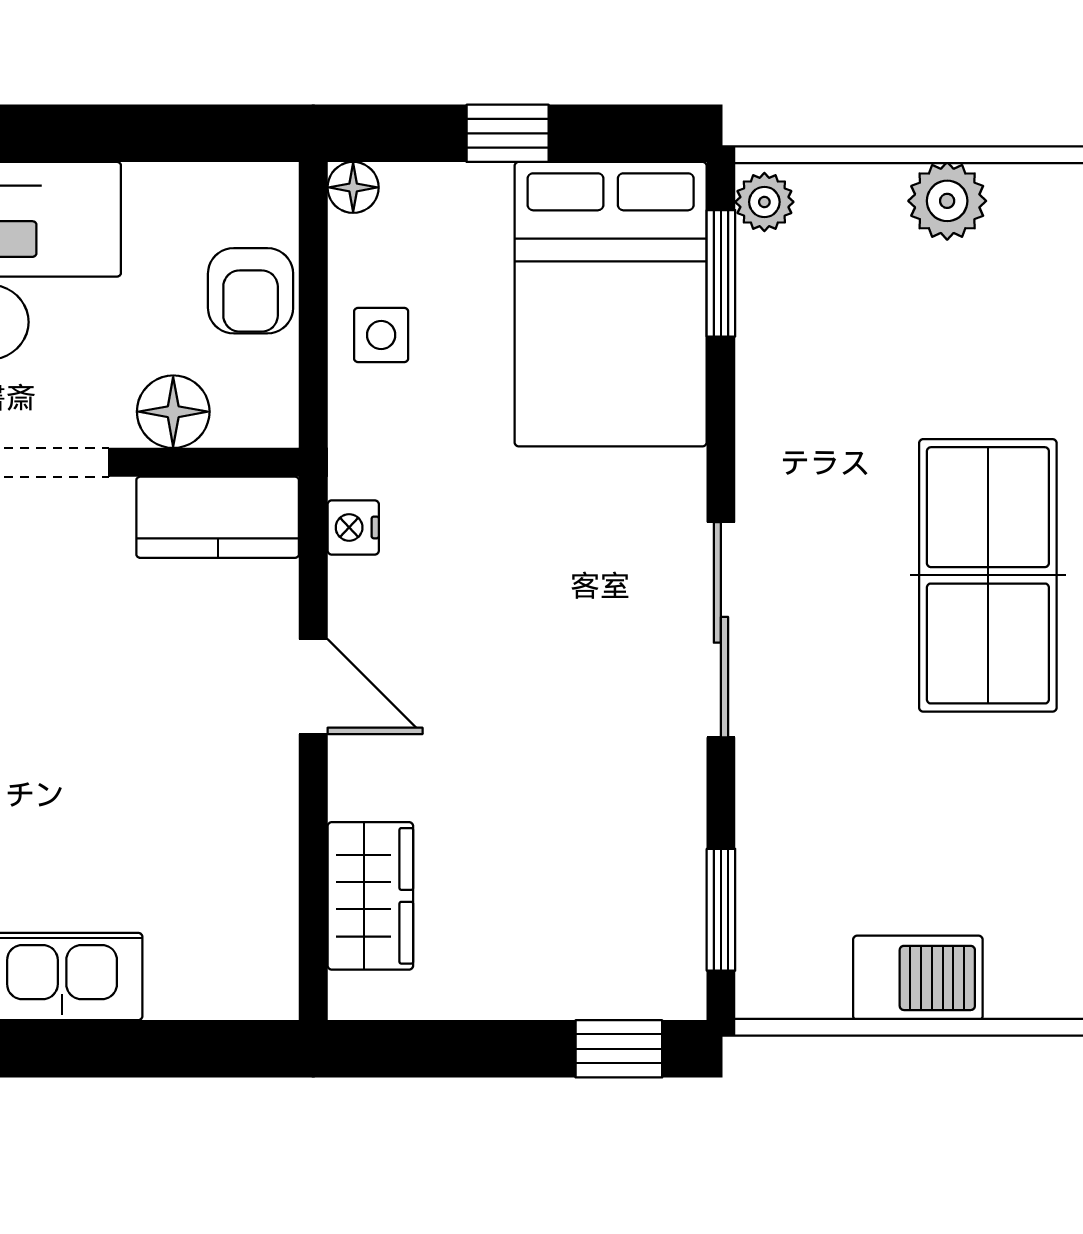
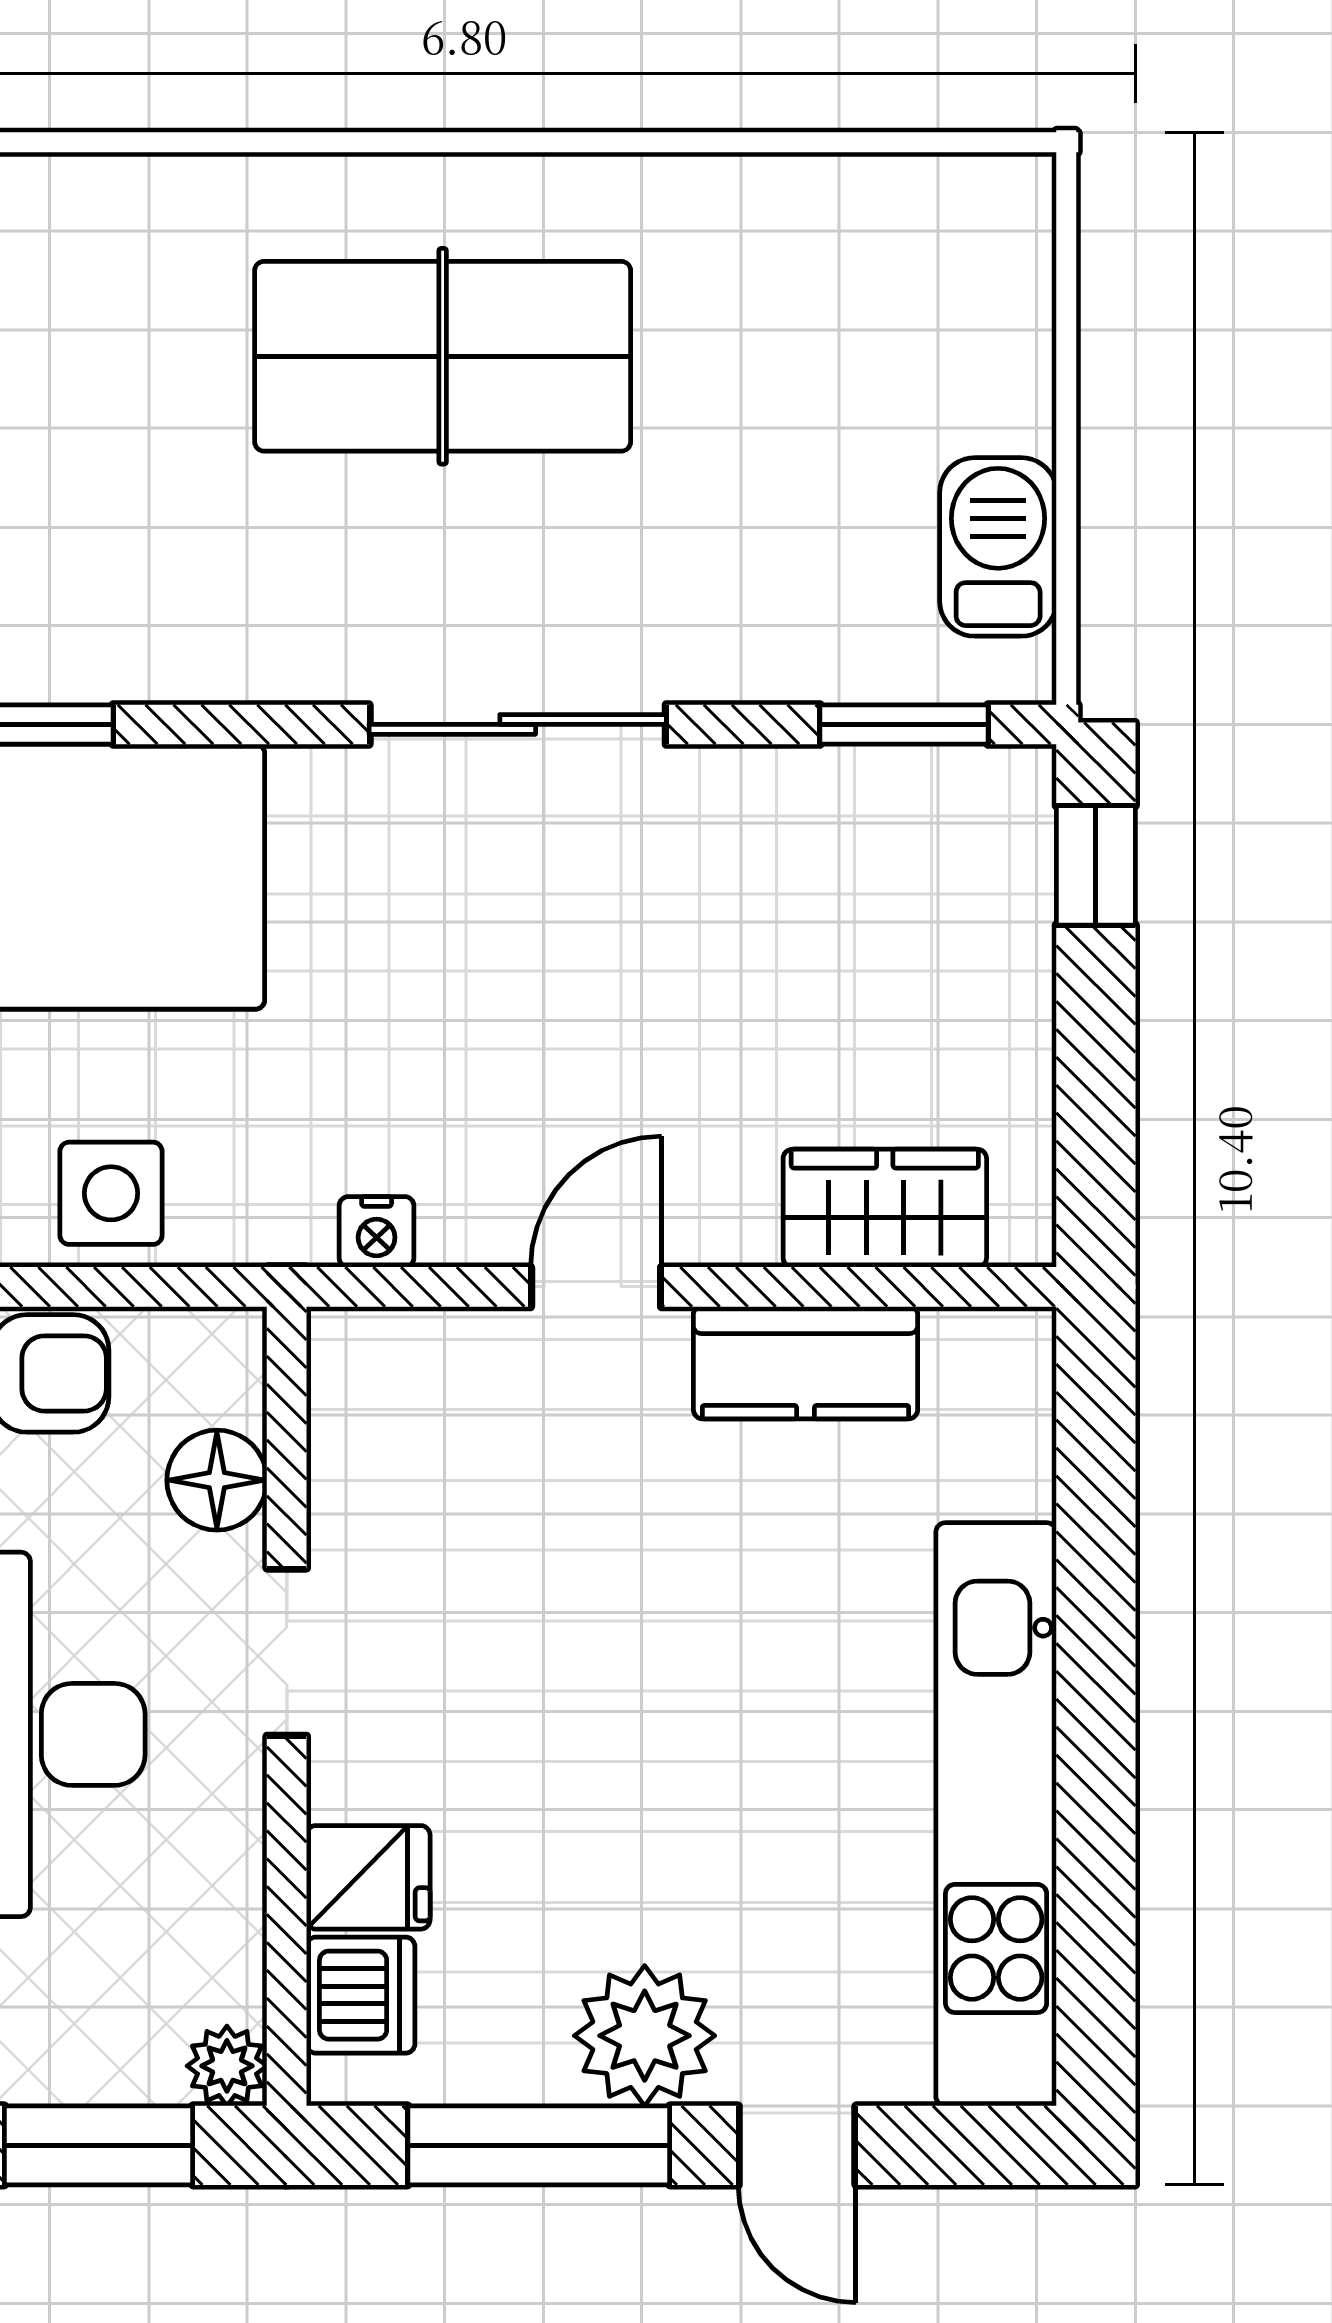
side table: (381, 335) -> (111, 1193), width x1.37, depth x1.37
kitchen counter: (218, 517) -> (806, 1363), moved, turned 90
barbecue: (918, 978) -> (998, 547), moved

